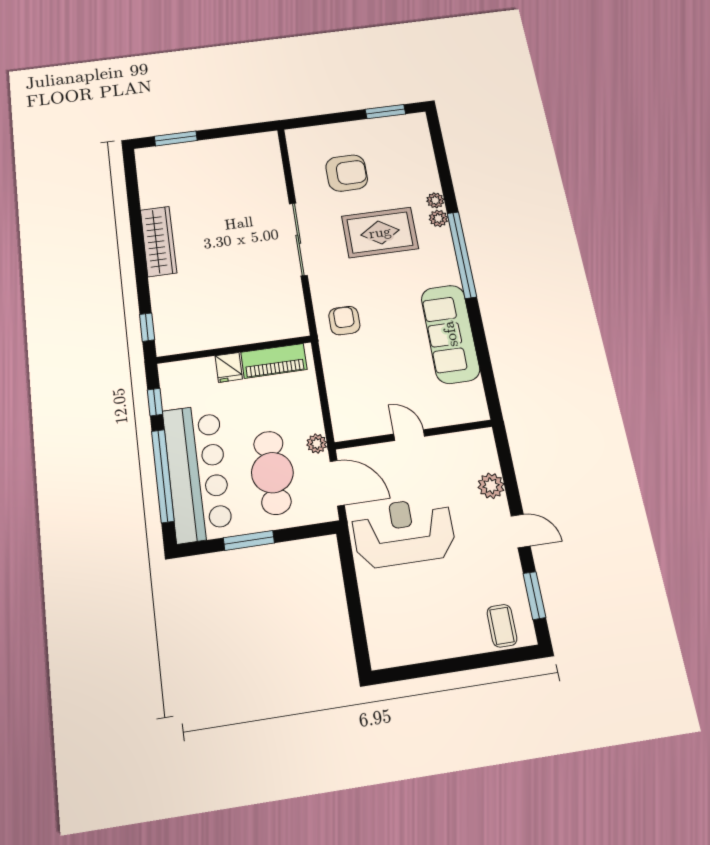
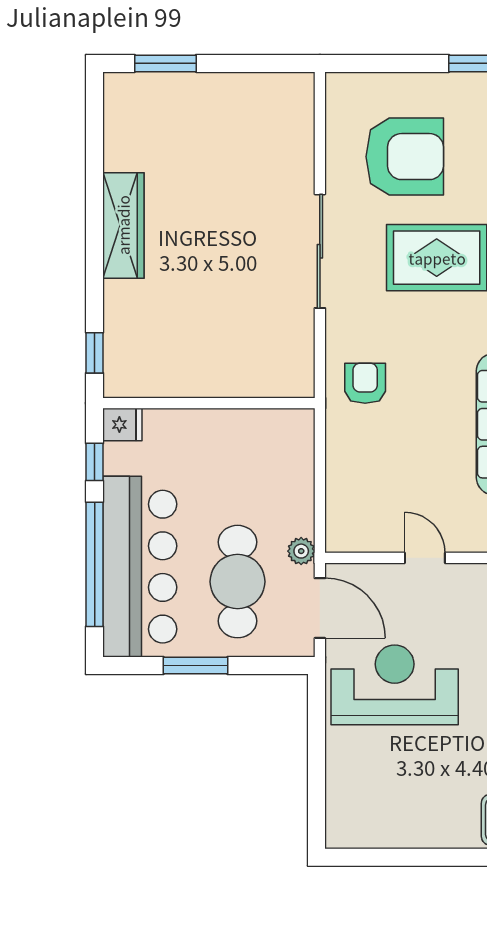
armchair: (347, 173) -> (405, 157), width x1.36, depth x1.36
piano: (274, 361) -> (261, 427), removed
fridge: (229, 367) -> (122, 425), moved, turned -90

